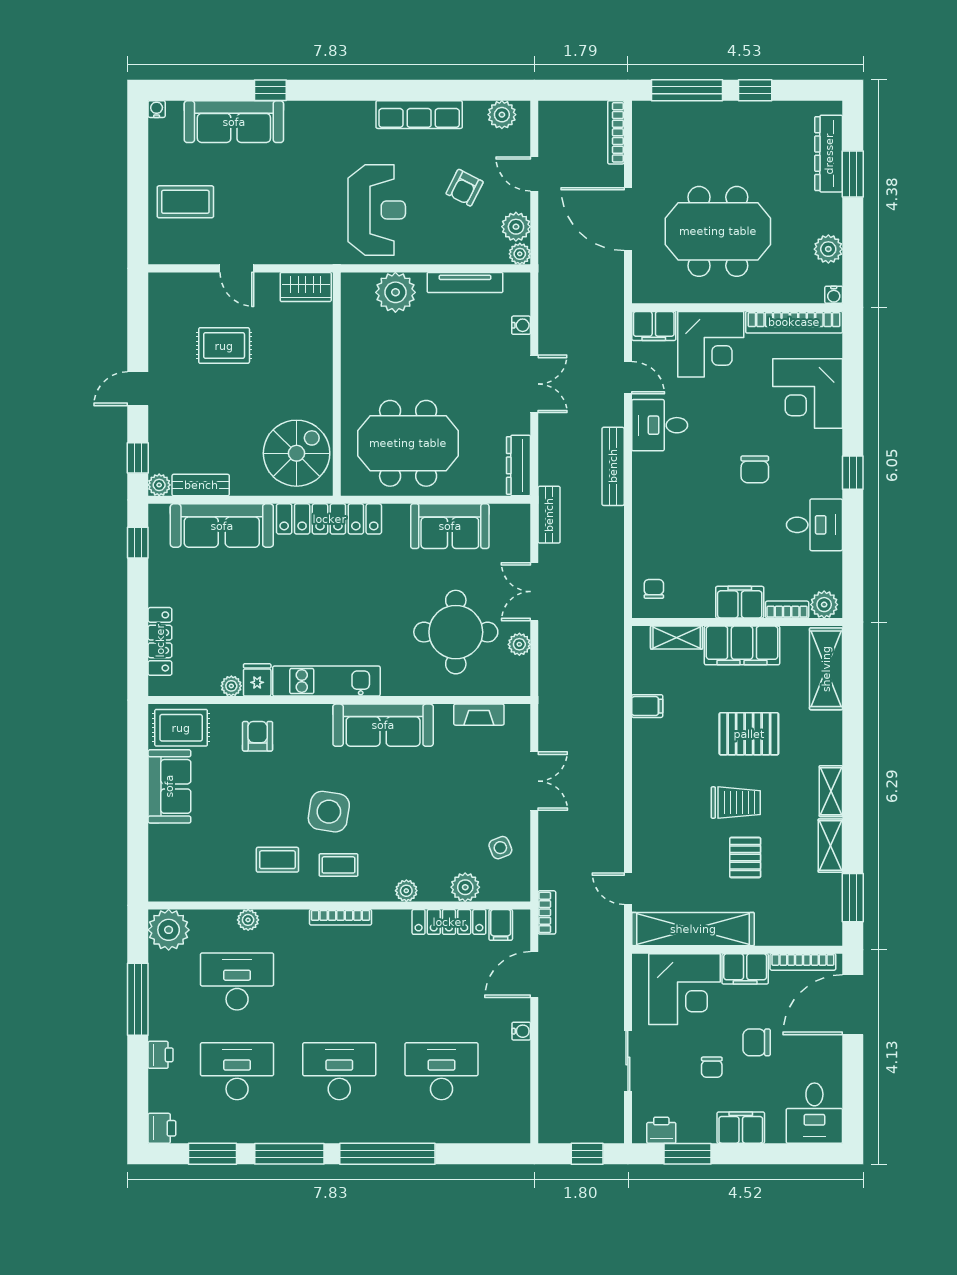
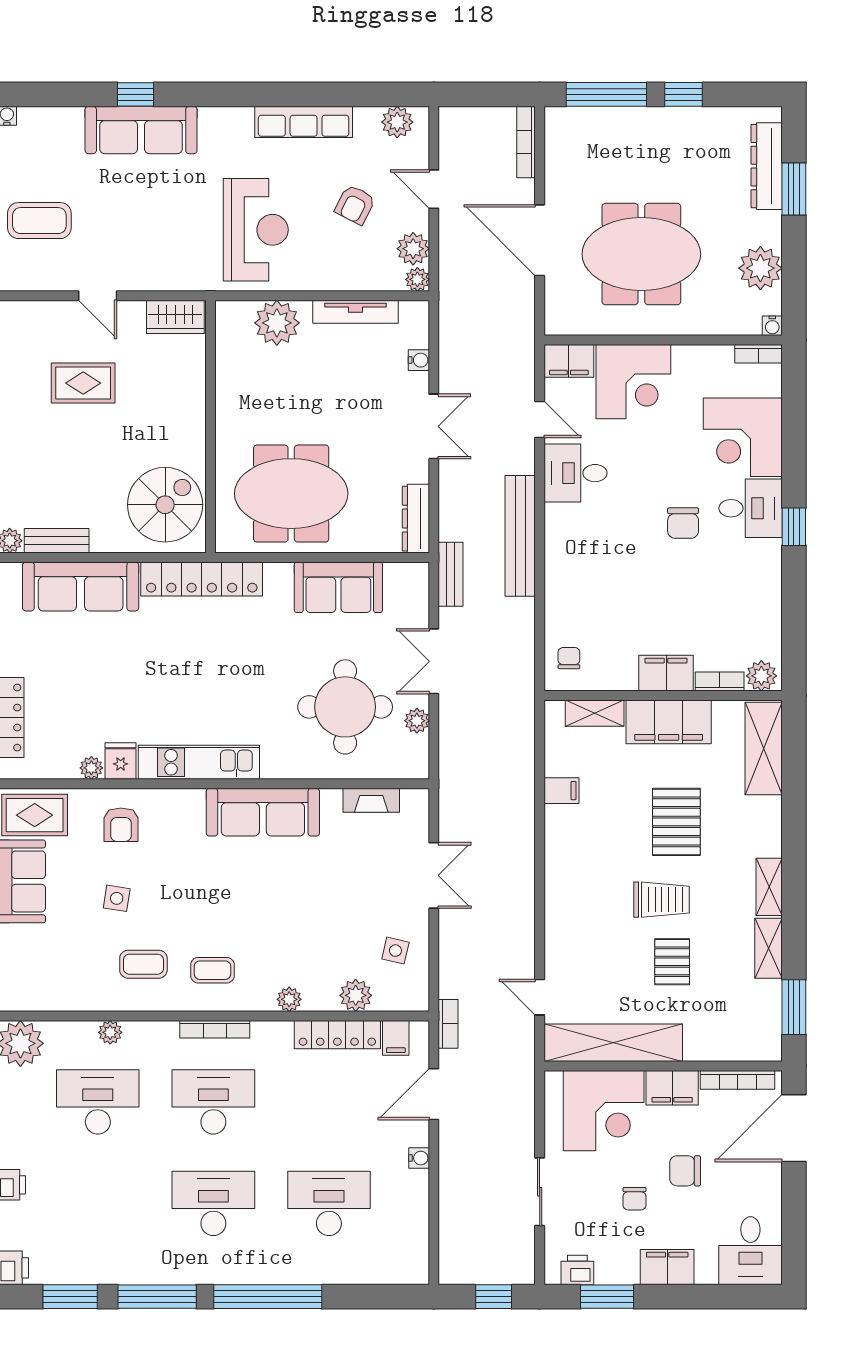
sofa: (234, 122) -> (141, 130), moved
plant: (828, 249) -> (760, 268), width x1.36, depth x1.36
bookcase: (794, 322) -> (758, 354), width x0.43, depth x0.76
bench: (613, 466) -> (520, 536), width x1.37, depth x1.21
desk: (814, 525) -> (751, 508), moved
pallet: (749, 734) -> (676, 822), turned 90
armchair: (258, 736) -> (121, 825), turned 180
side table: (329, 812) -> (117, 898), moved, width x0.54, depth x0.54
side table: (500, 848) -> (395, 951), turned 35
desk: (237, 1071) -> (213, 1102), moved

